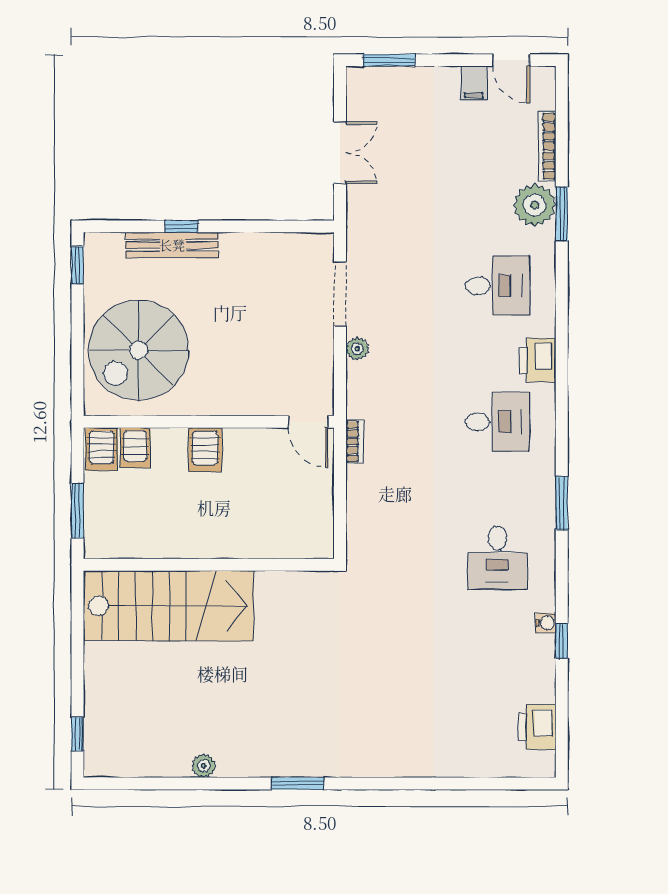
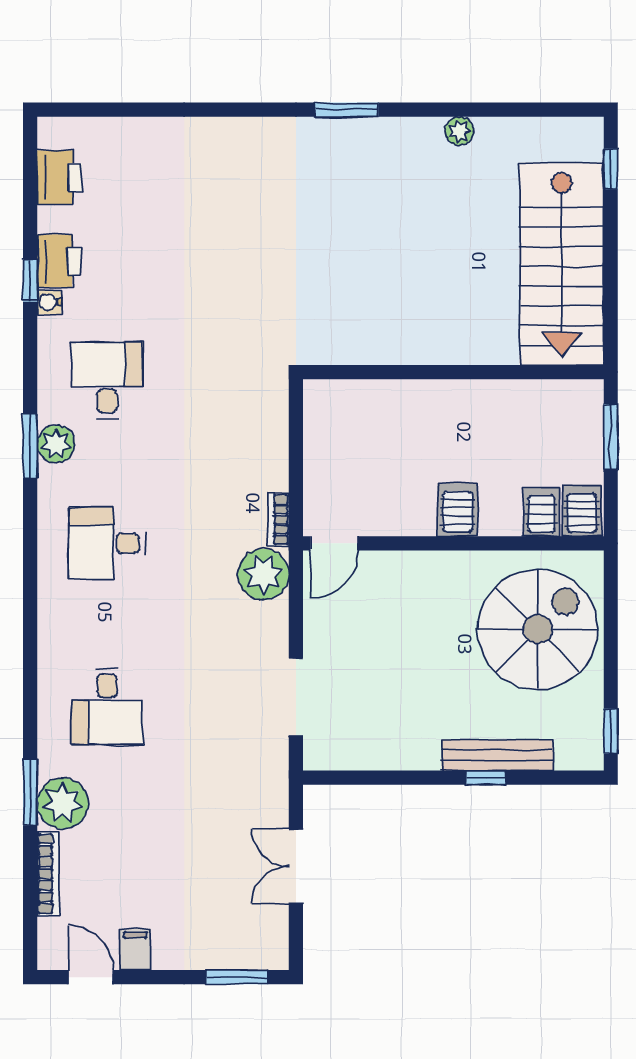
desk: (498, 286) -> (107, 707), turned -90
plant: (357, 349) -> (263, 574), moved, width x1.87, depth x1.87
printer: (538, 360) -> (59, 261), moved
door: (308, 422) -> (334, 543), swing flipped
plant: (540, 505) -> (56, 444), added
stairs: (169, 606) -> (562, 264), moved, turned -90

